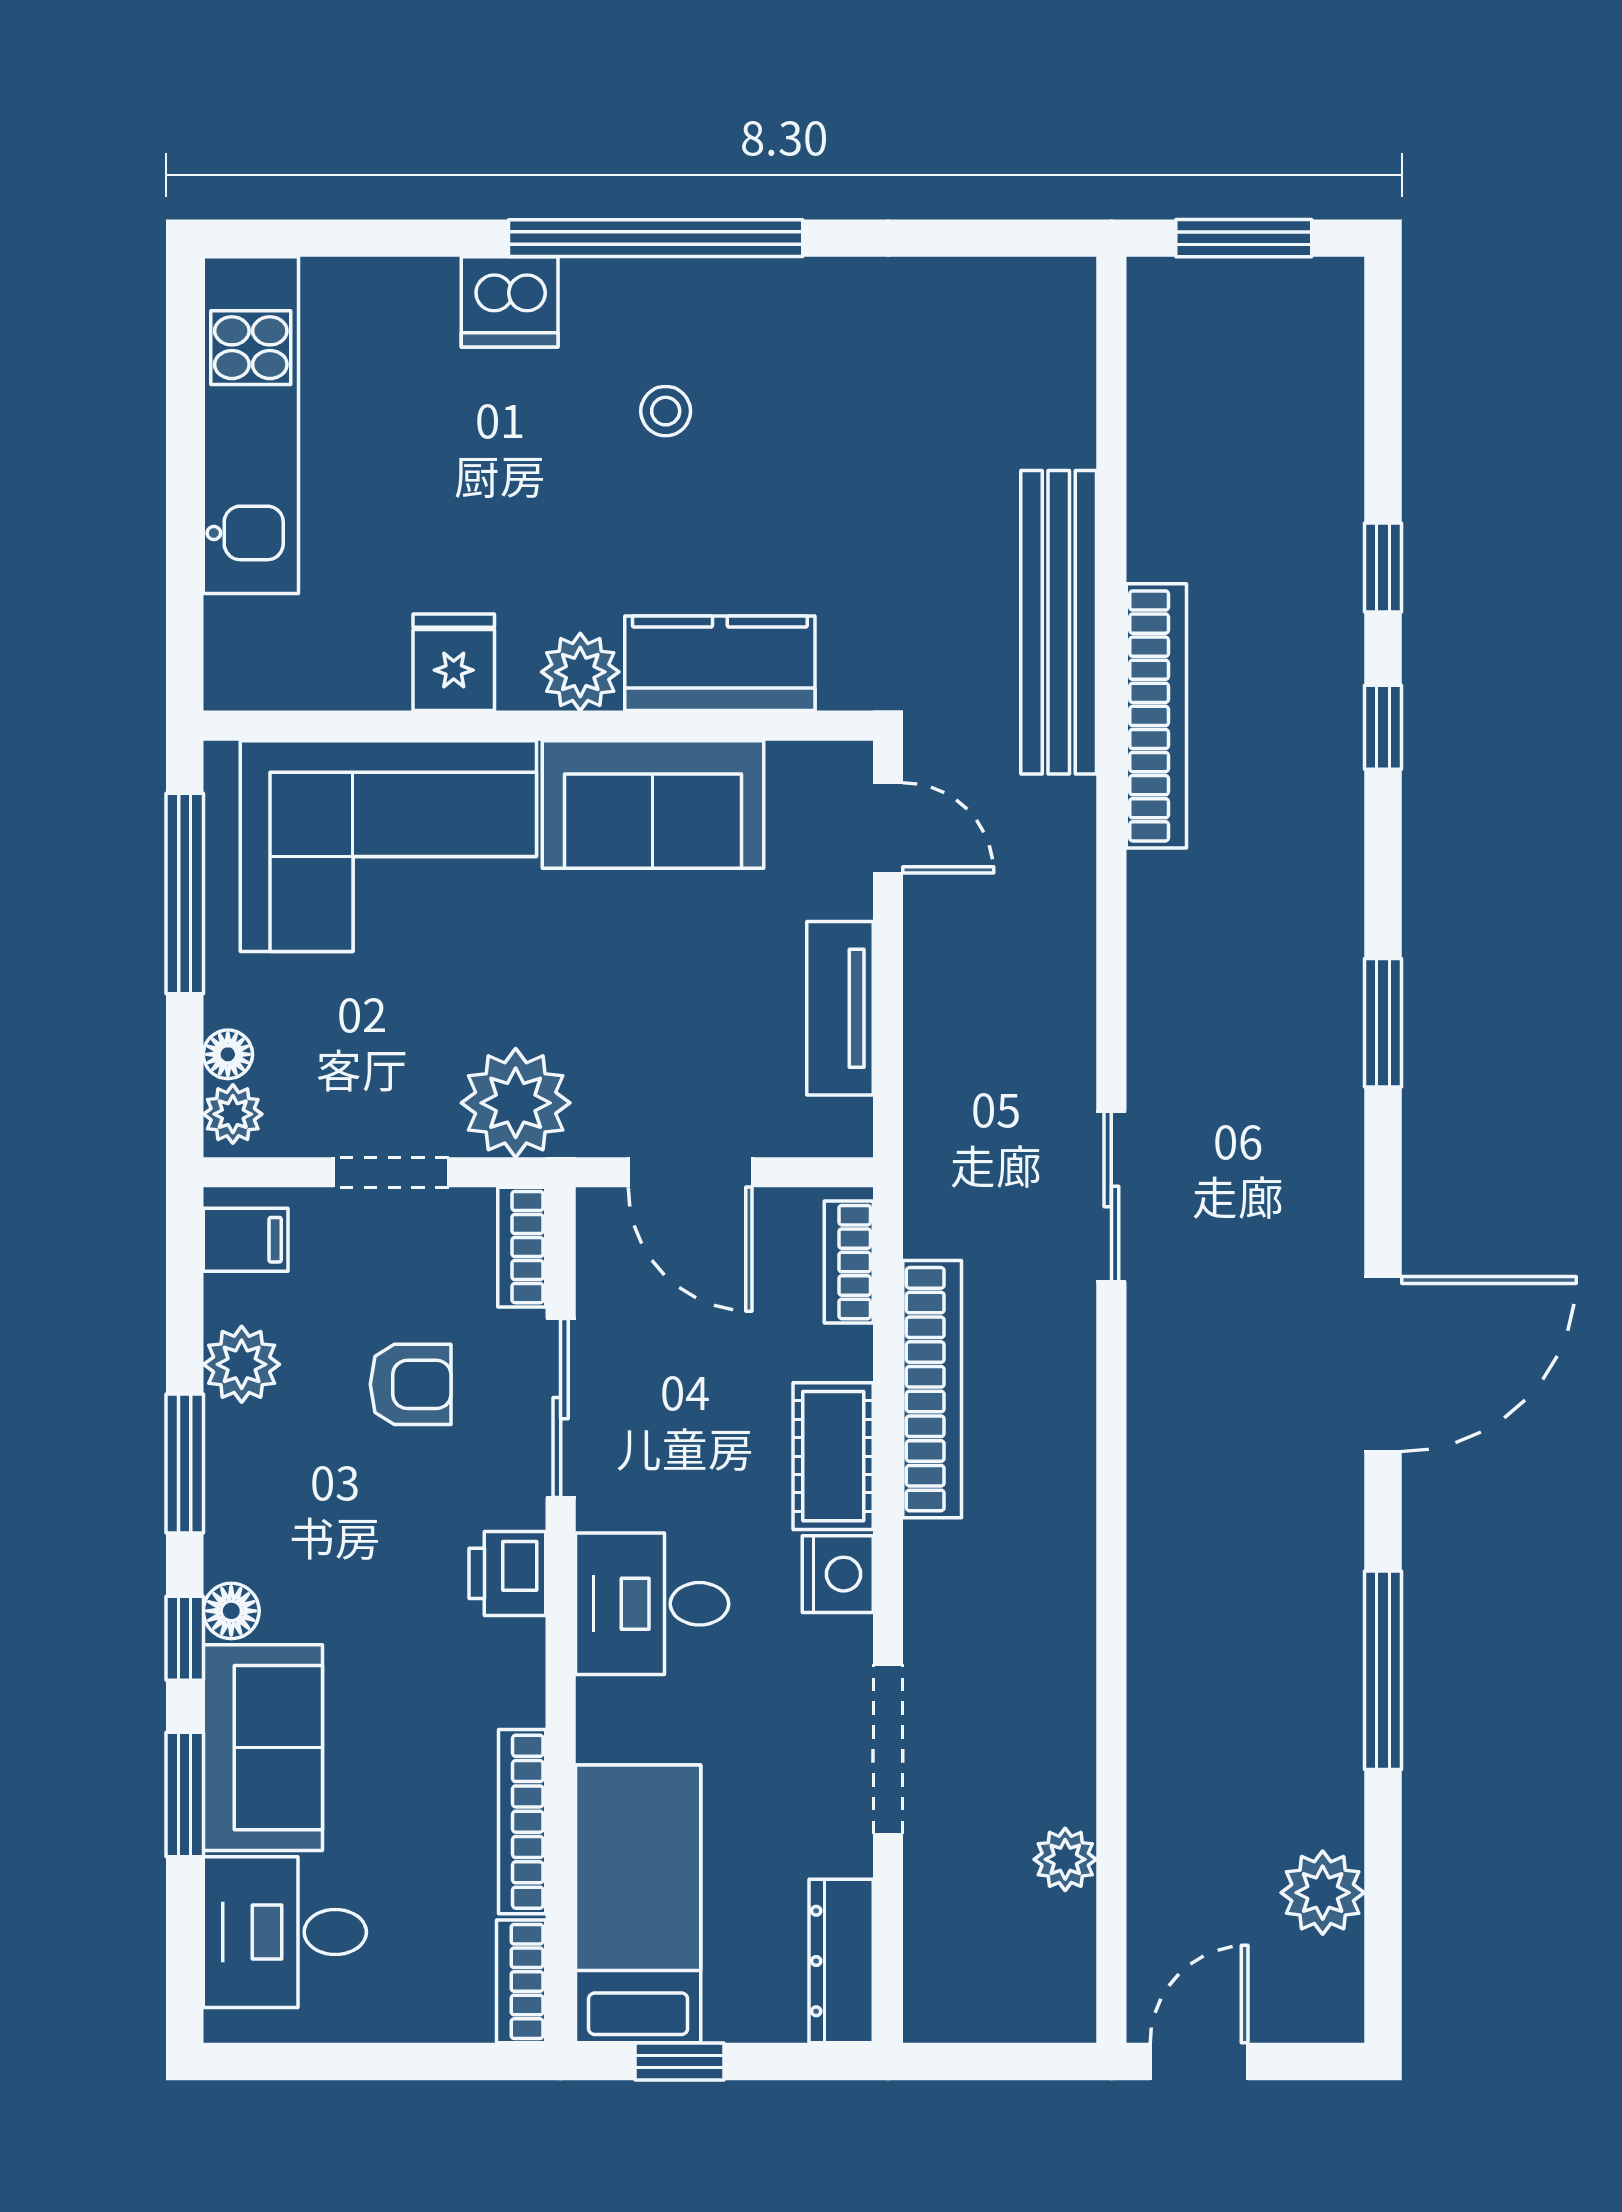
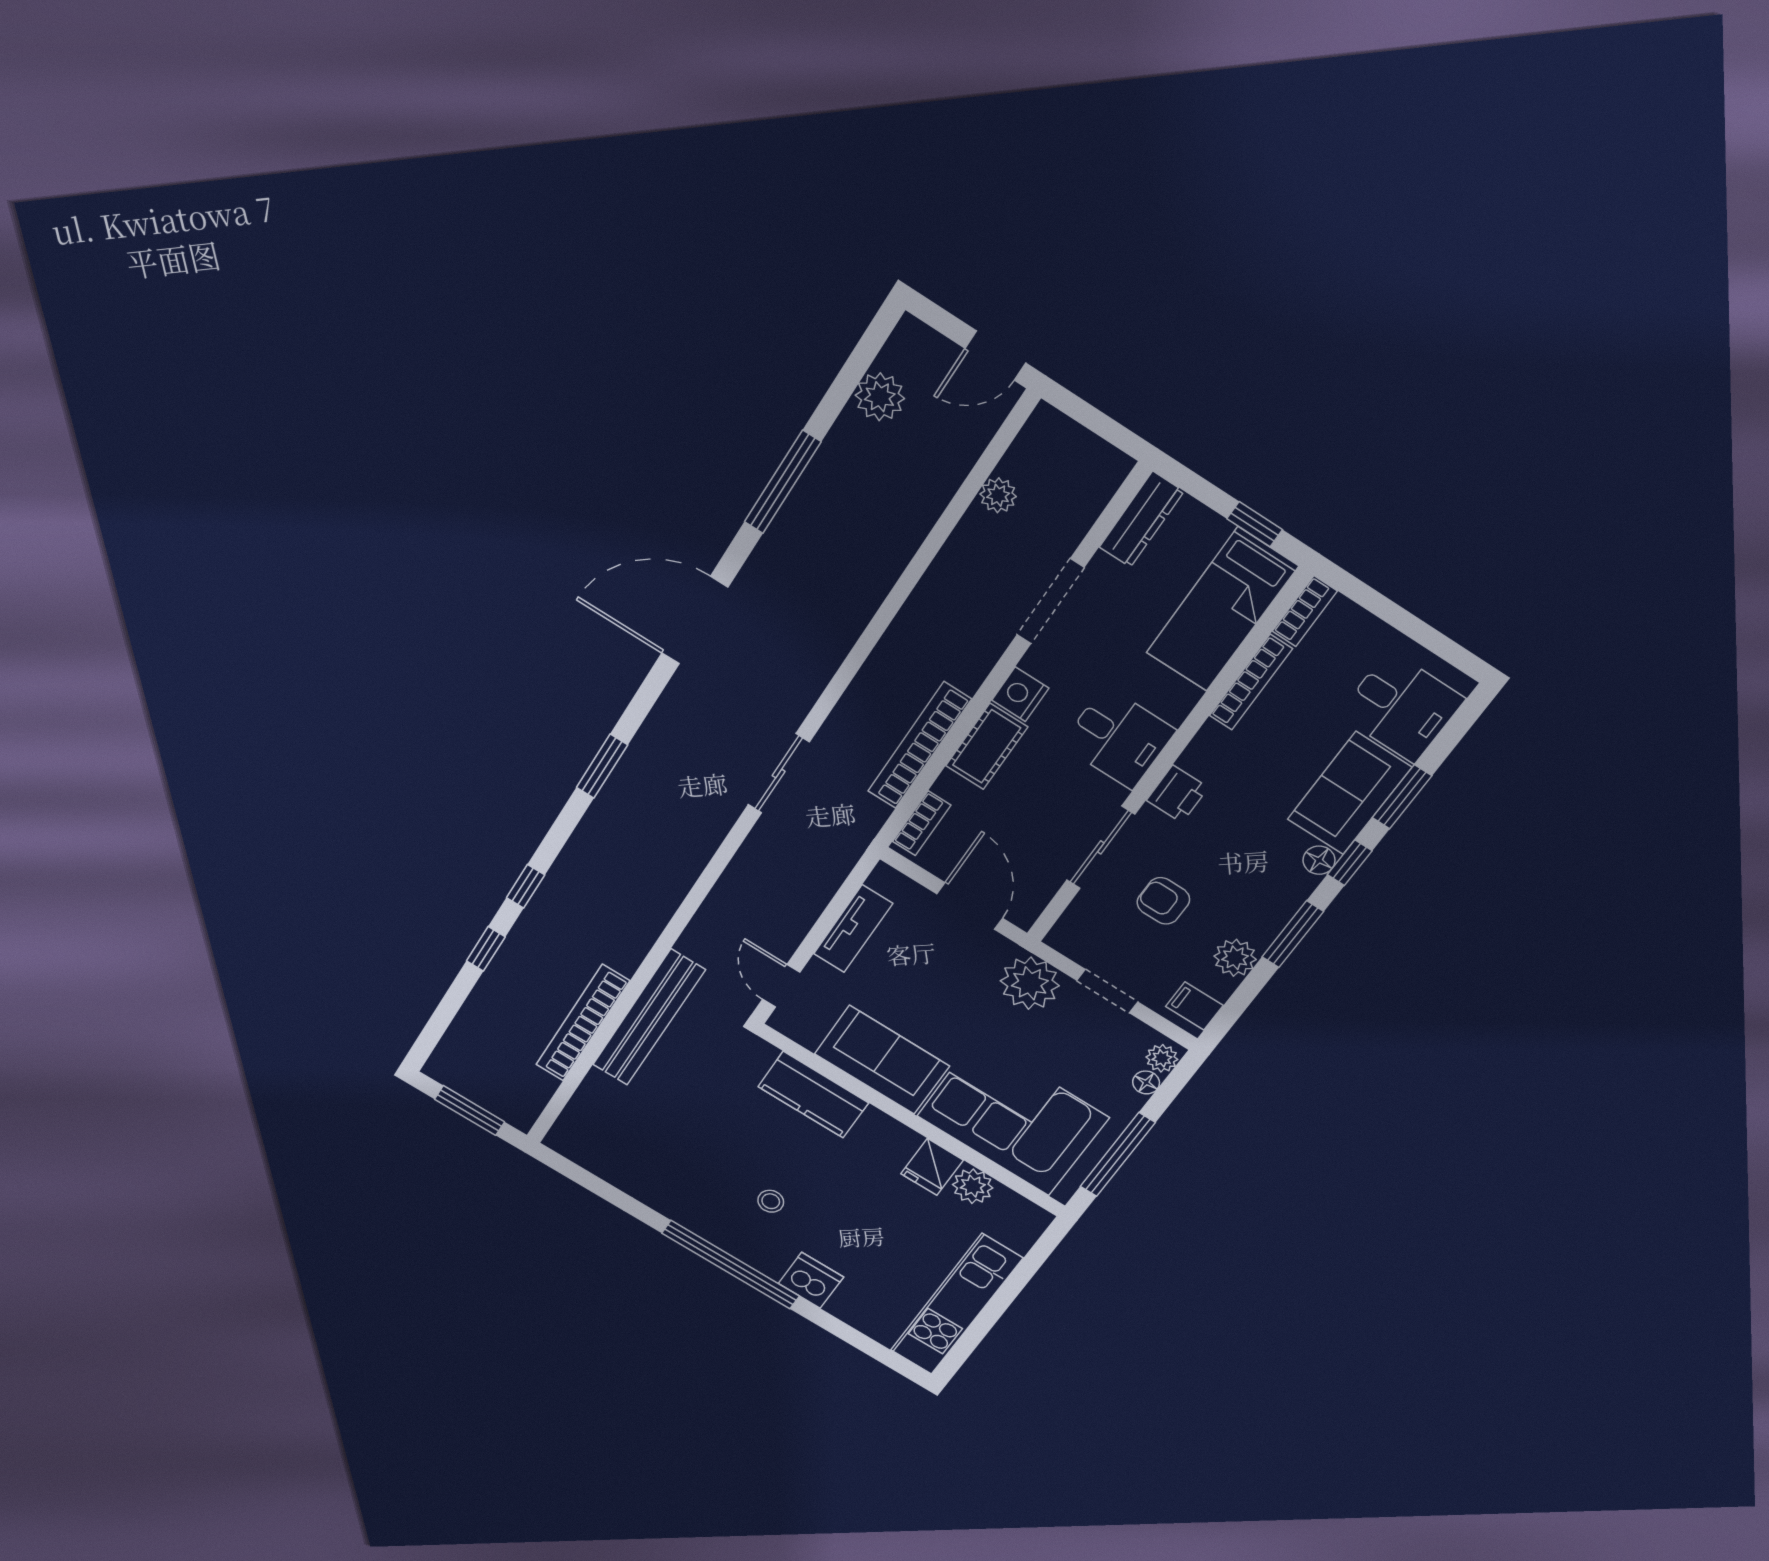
plant: (580, 672) -> (973, 1186), moved
bookcase: (1156, 716) -> (583, 1023), moved
bookcase: (522, 1247) -> (1070, 924), removed

